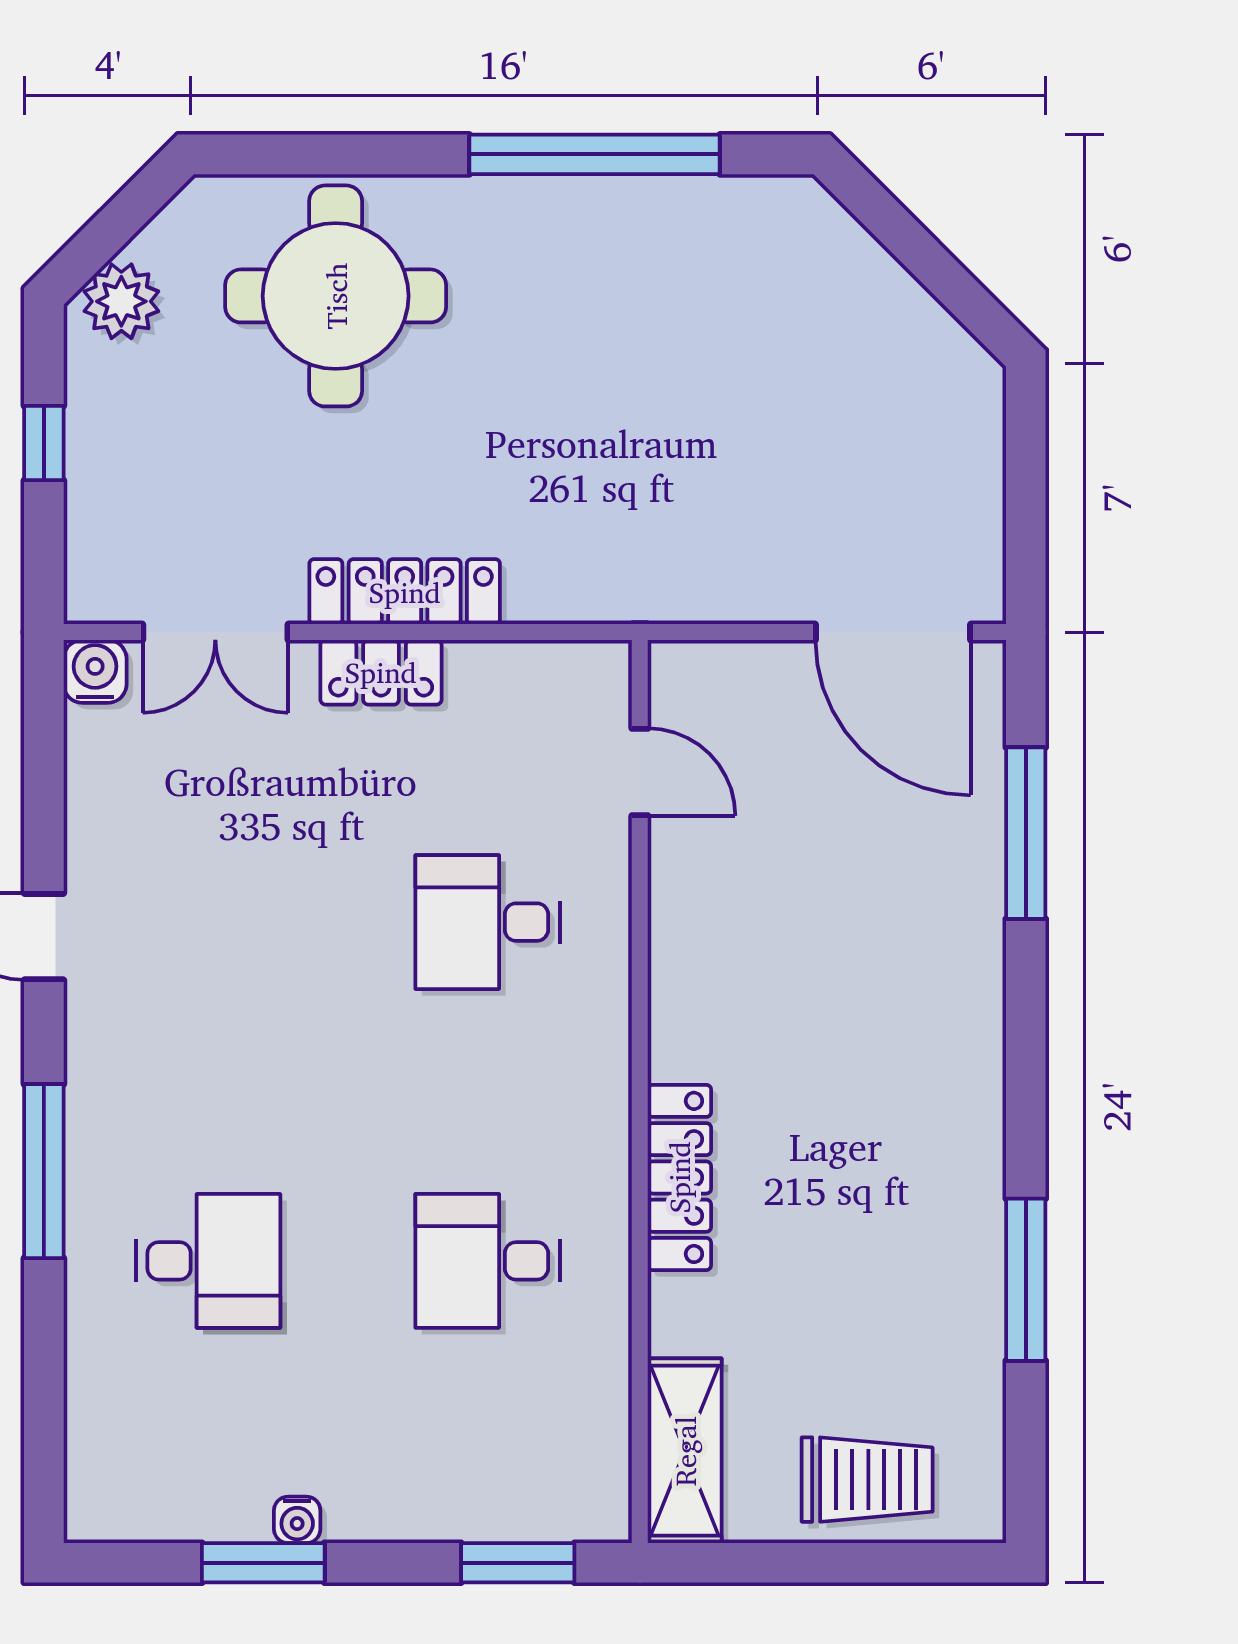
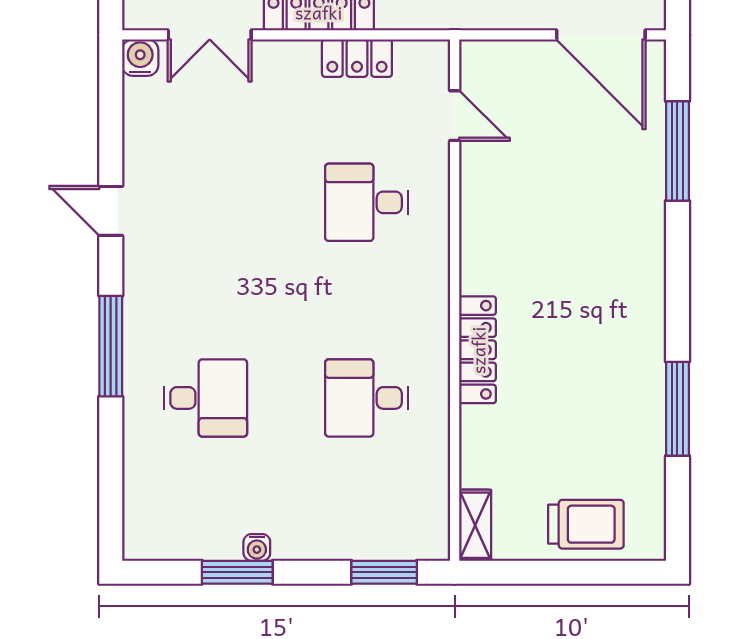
locker: (381, 672) -> (357, 58), moved
shelving: (685, 1451) -> (475, 525), width x0.67, depth x0.75

